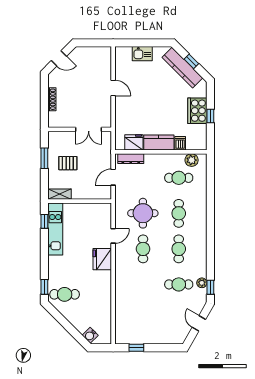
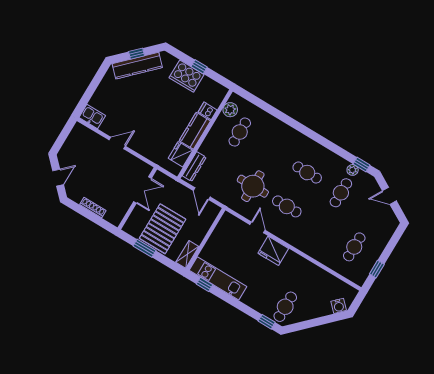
kitchen sink: (142, 54) -> (92, 116), moved, turned -90
pallet: (68, 163) -> (163, 229), width x2.05, depth x2.00
cafe table: (179, 213) -> (354, 247), moved, turned 90

